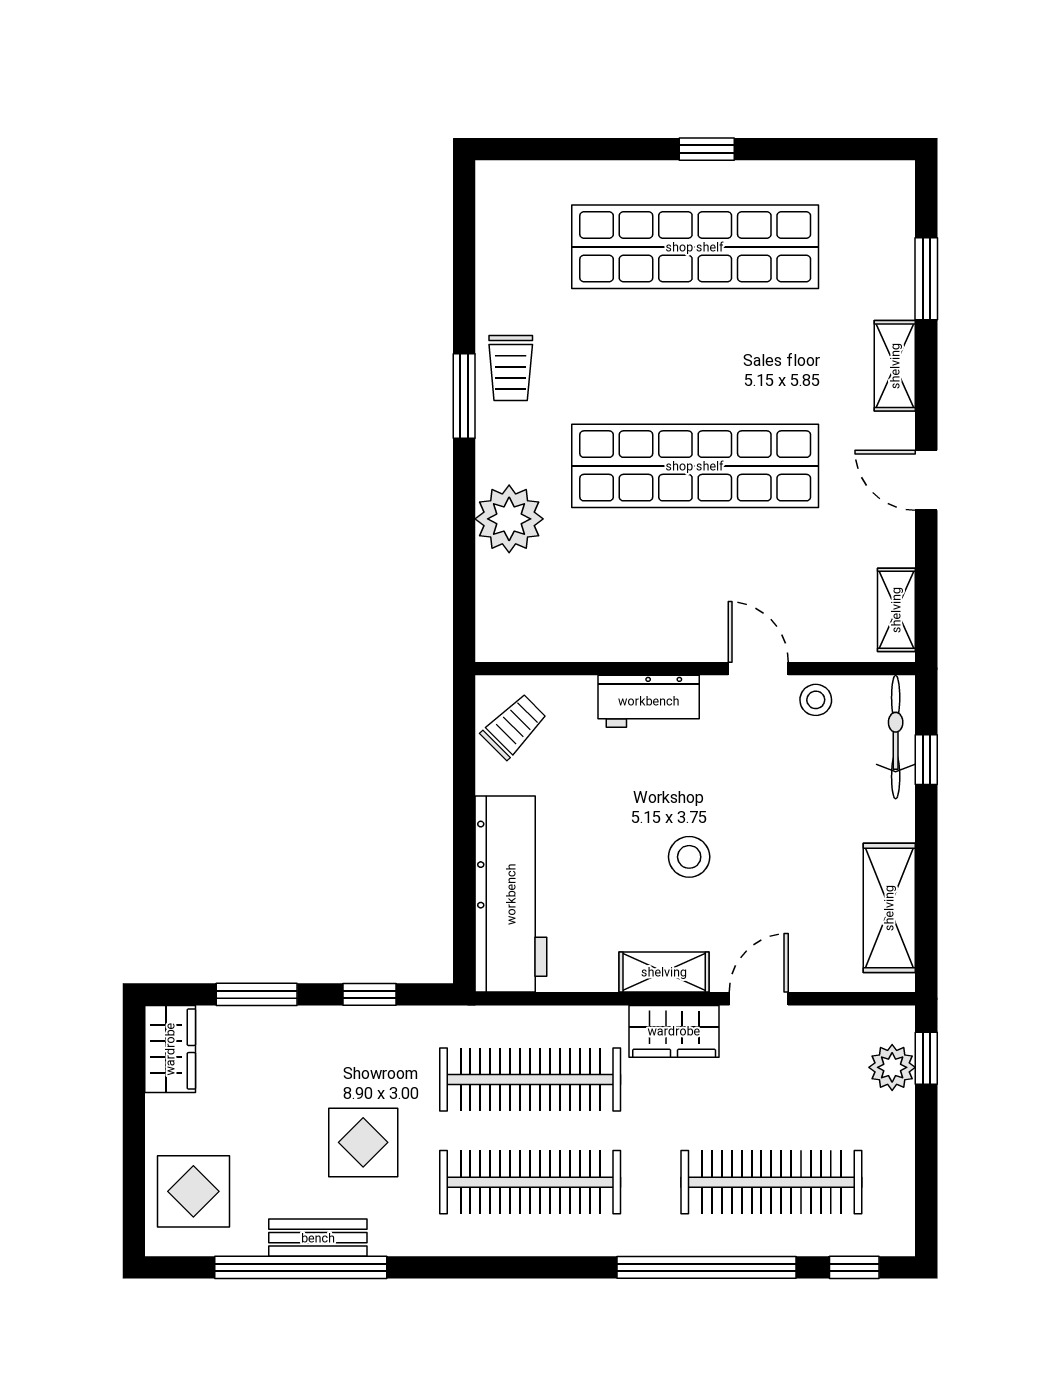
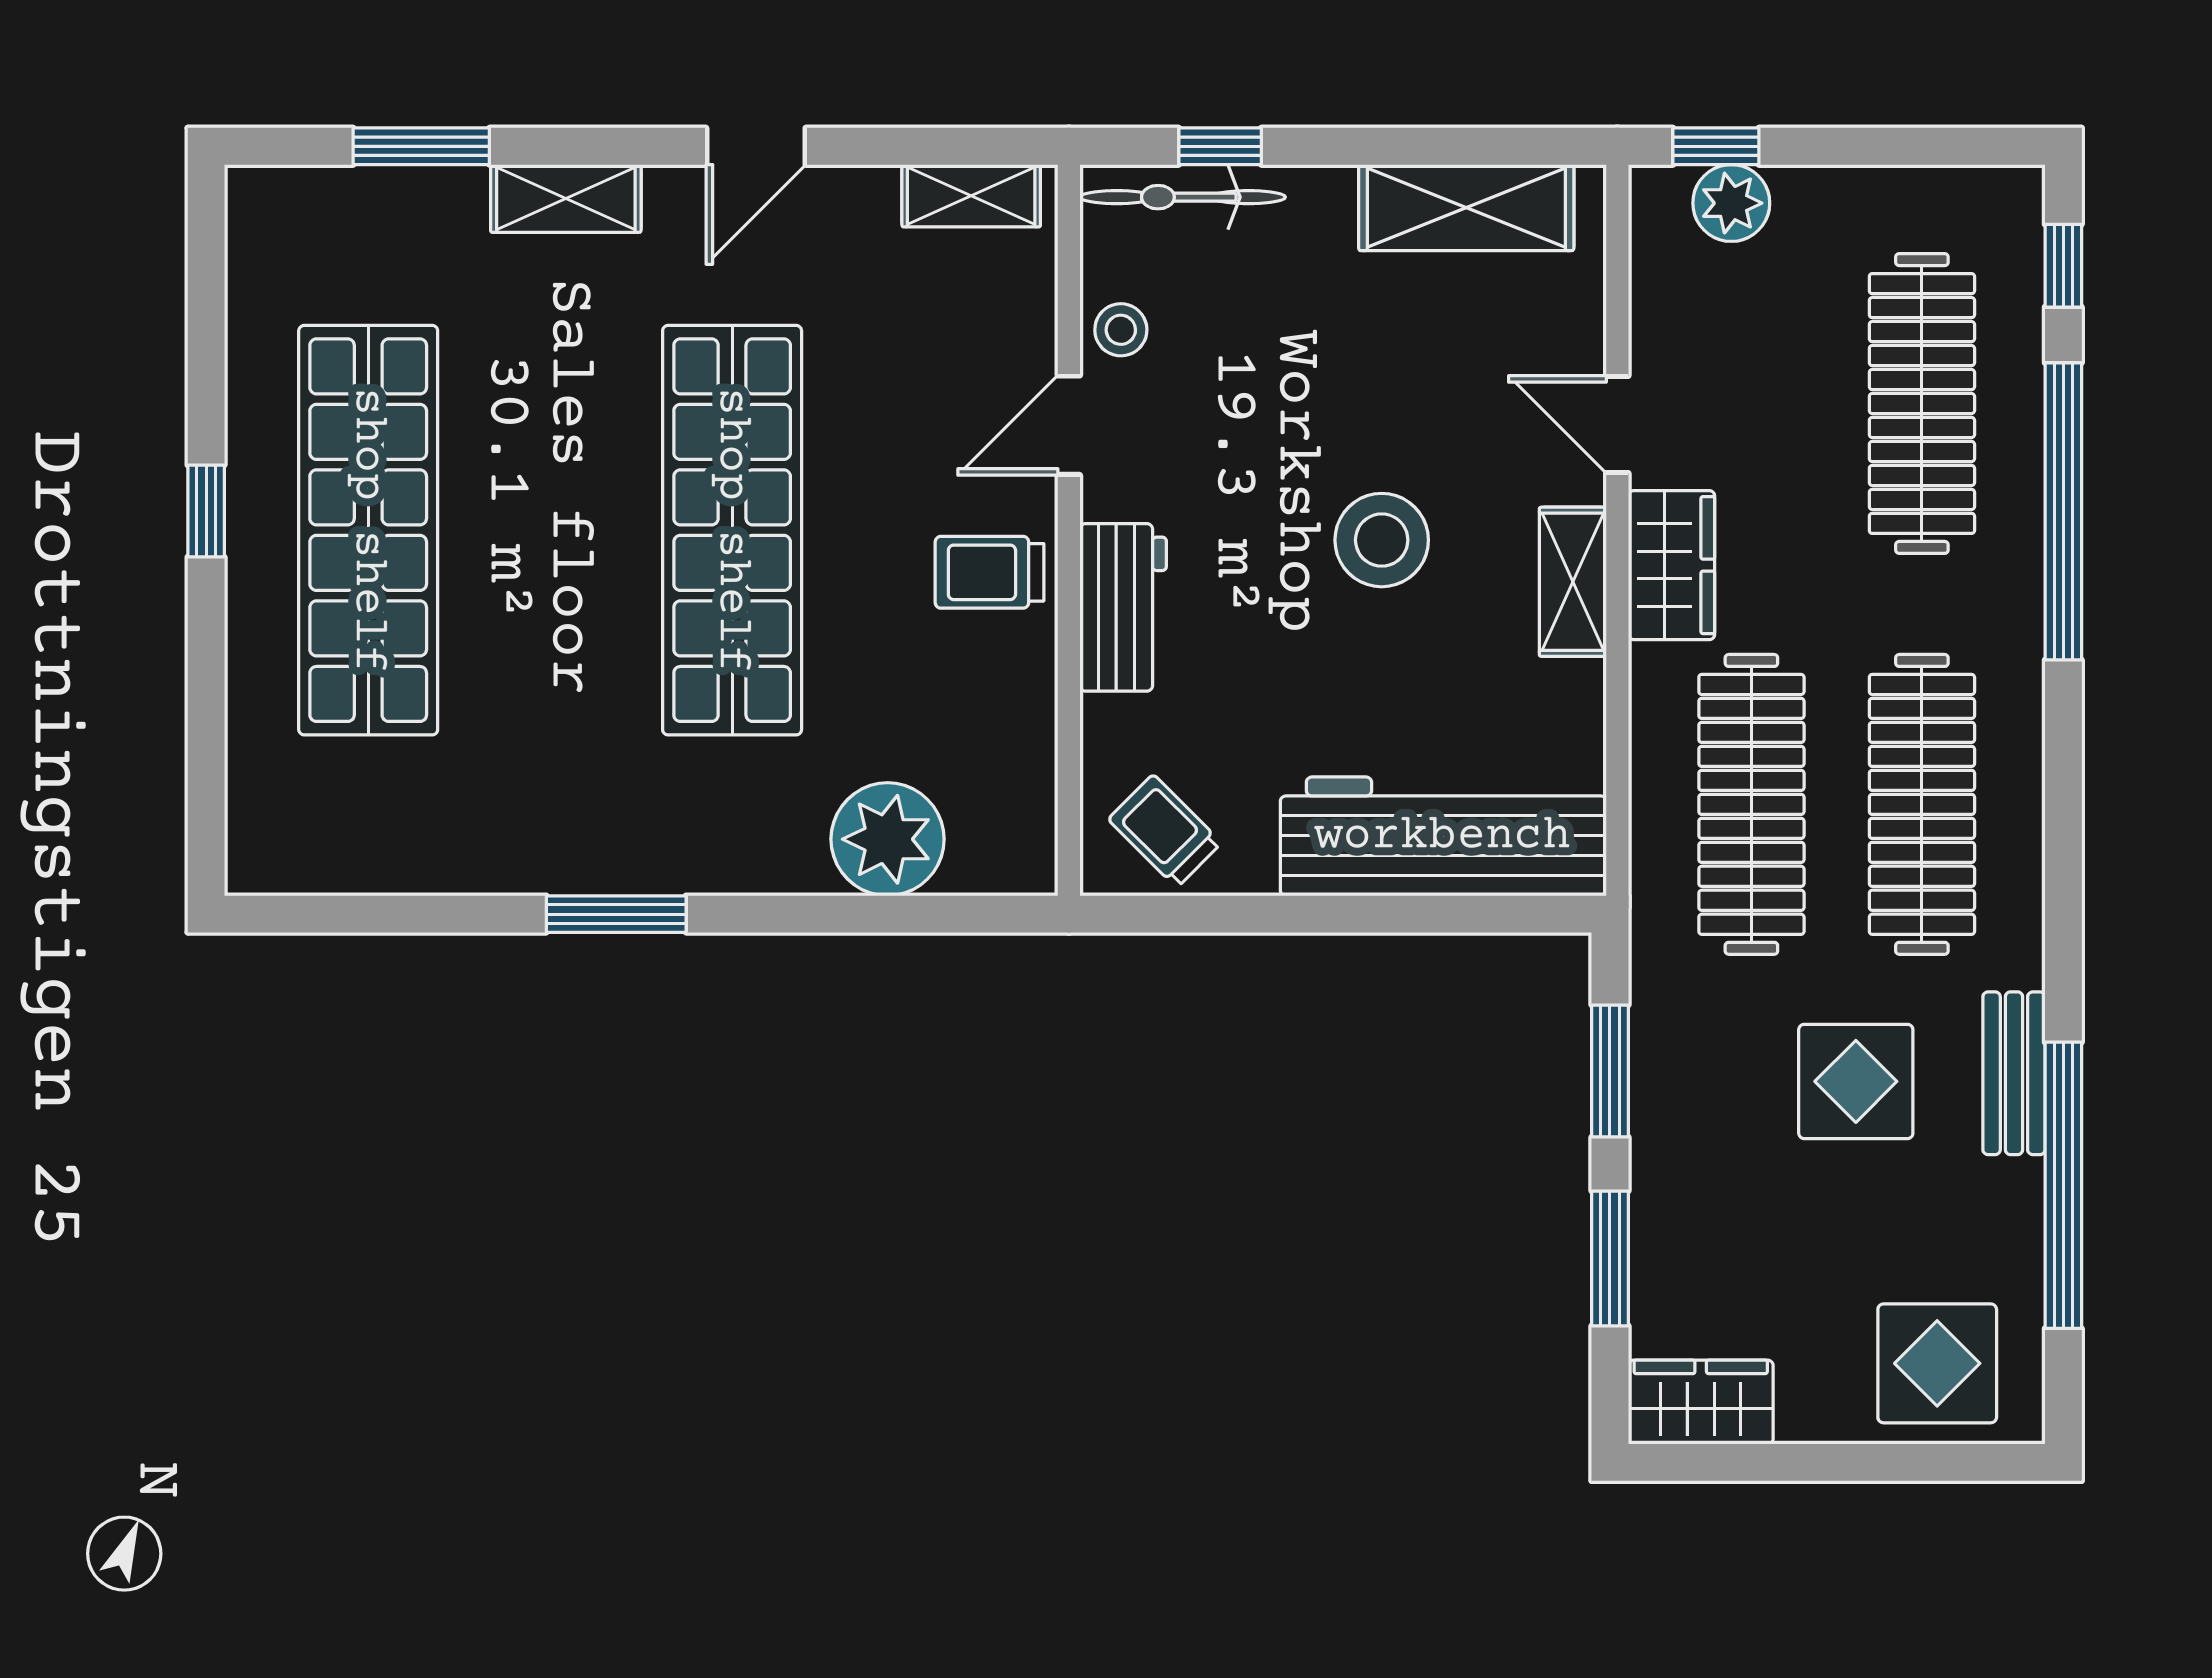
trolley: (511, 368) -> (990, 572), moved, turned 180
plant: (509, 519) -> (888, 839), moved
stool: (689, 857) -> (1382, 540), width x1.38, depth x1.38
window: (370, 994) -> (1610, 1071), width x1.50
bench: (318, 1238) -> (2014, 1073), moved

